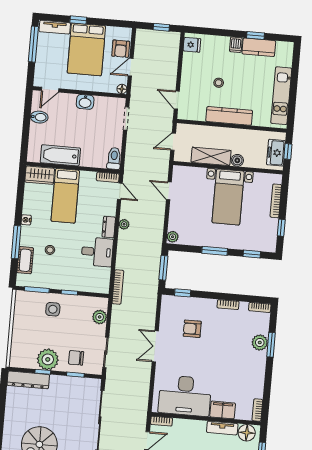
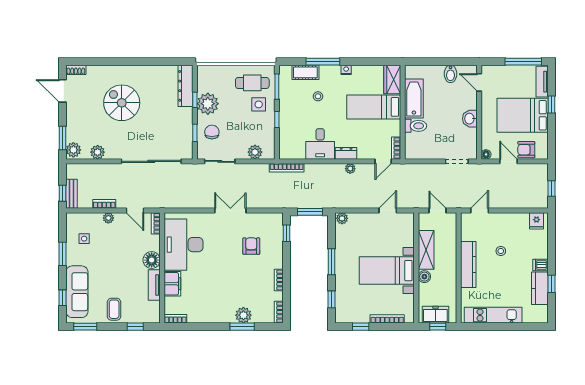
toilet: (114, 158) -> (416, 126), moved
cafe table: (31, 314) -> (252, 83), added
floor lamp: (247, 433) -> (152, 260), moved

